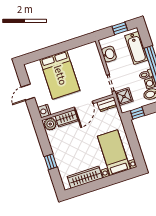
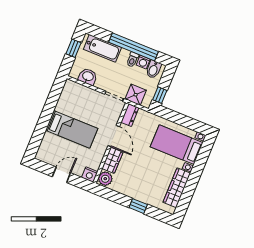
bed: (60, 75) -> (72, 129), width x0.67
door: (28, 92) -> (61, 175), swing flipped

